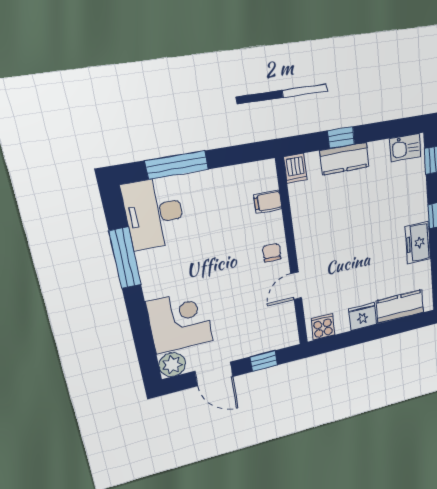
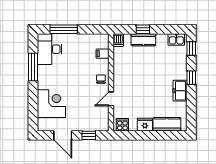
plant: (172, 365) -> (44, 125), removed

